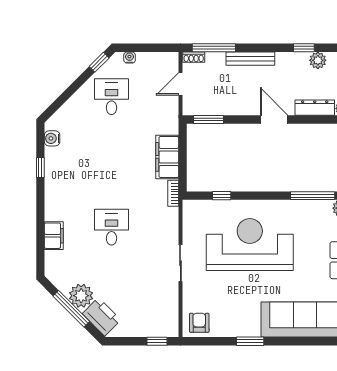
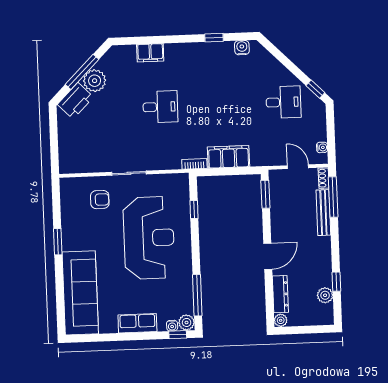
water cooler: (130, 58) -> (322, 147), moved
bench: (250, 59) -> (323, 213), moved
armchair: (199, 323) -> (100, 200), moved
window: (157, 341) -> (54, 154), removed

